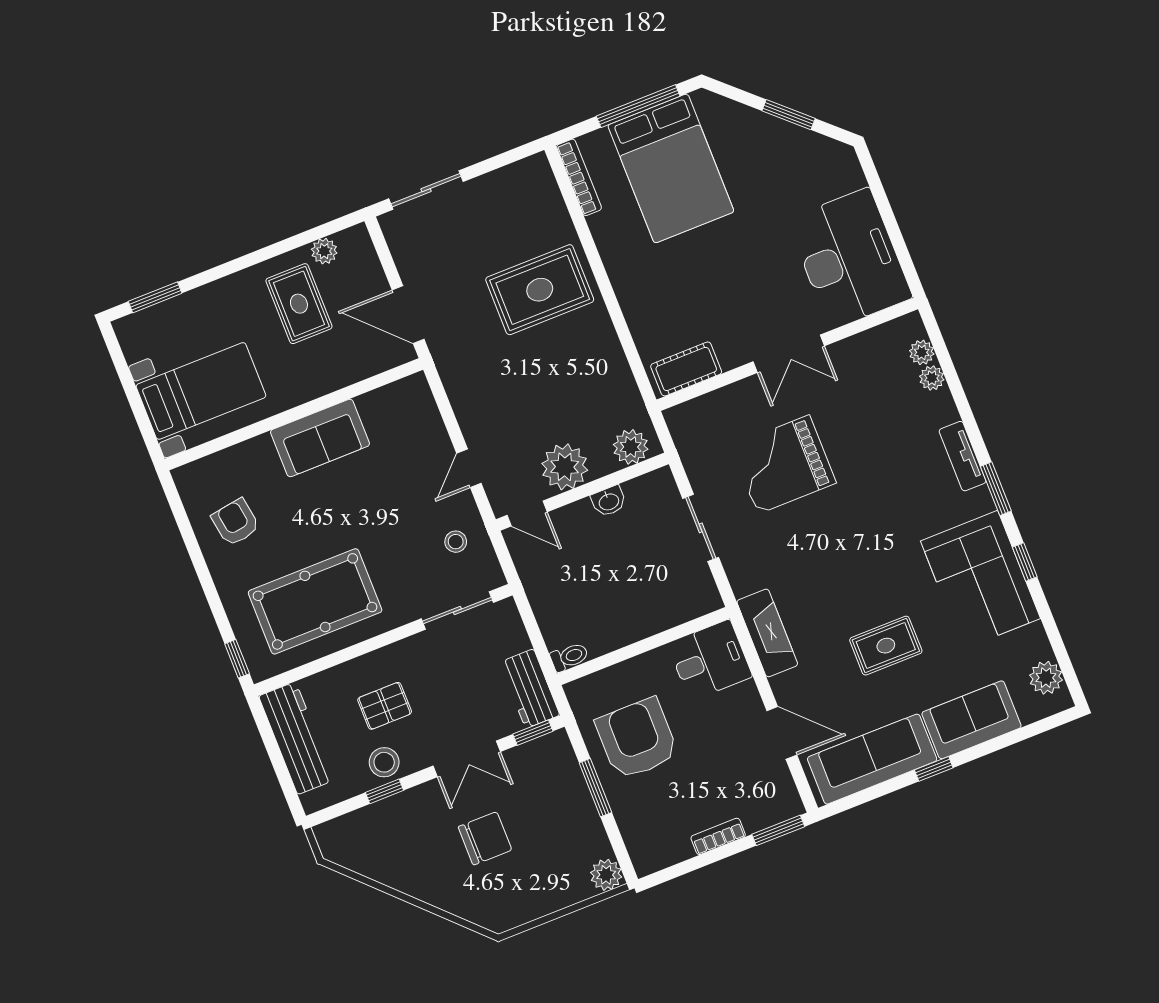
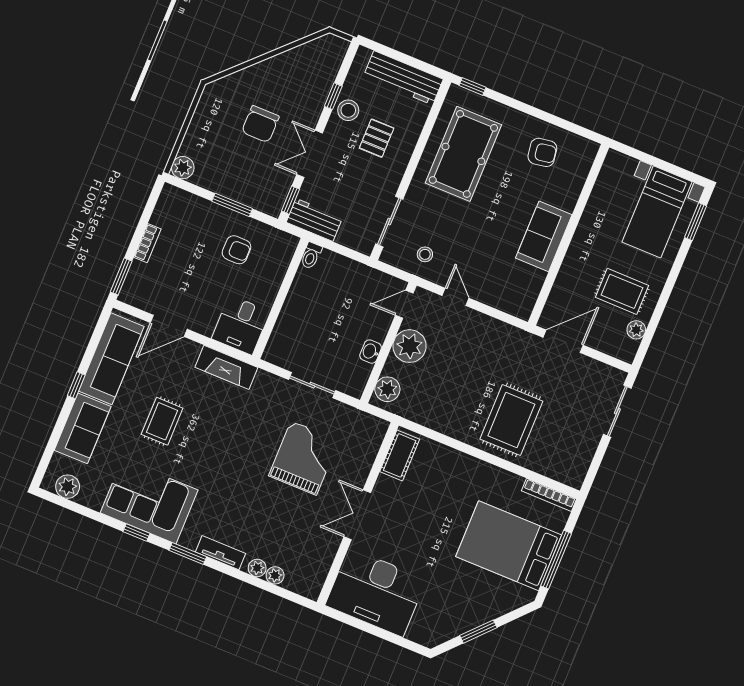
plant: (922, 352) -> (257, 568), moved
bed with nightstands: (201, 391) -> (657, 212), moved
armchair: (637, 739) -> (237, 250), width x0.53, depth x0.53

